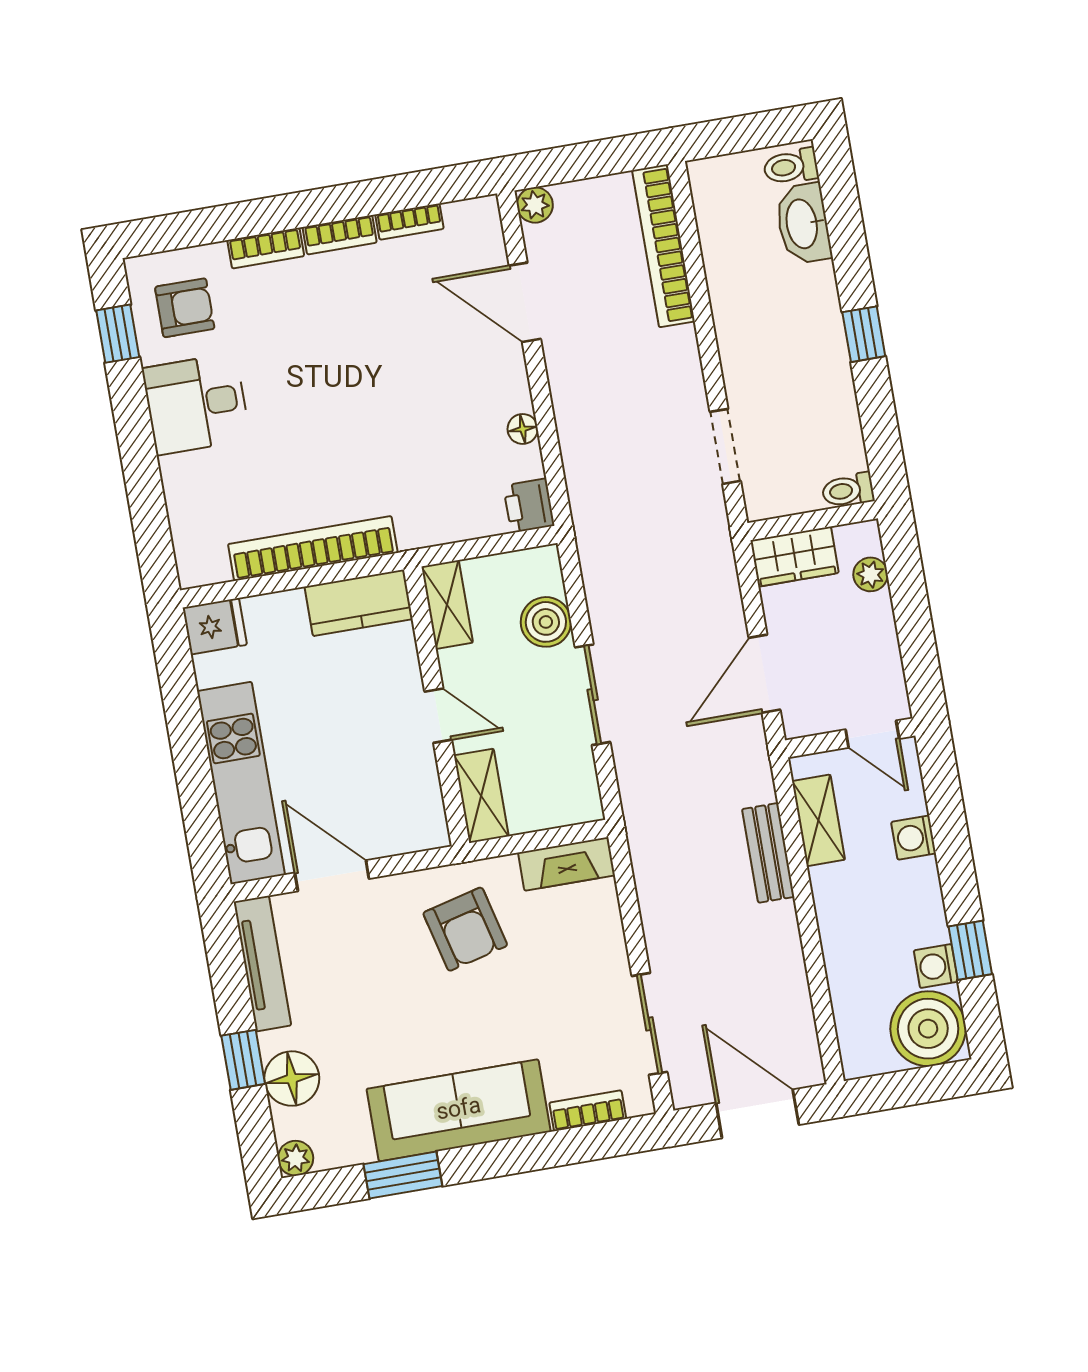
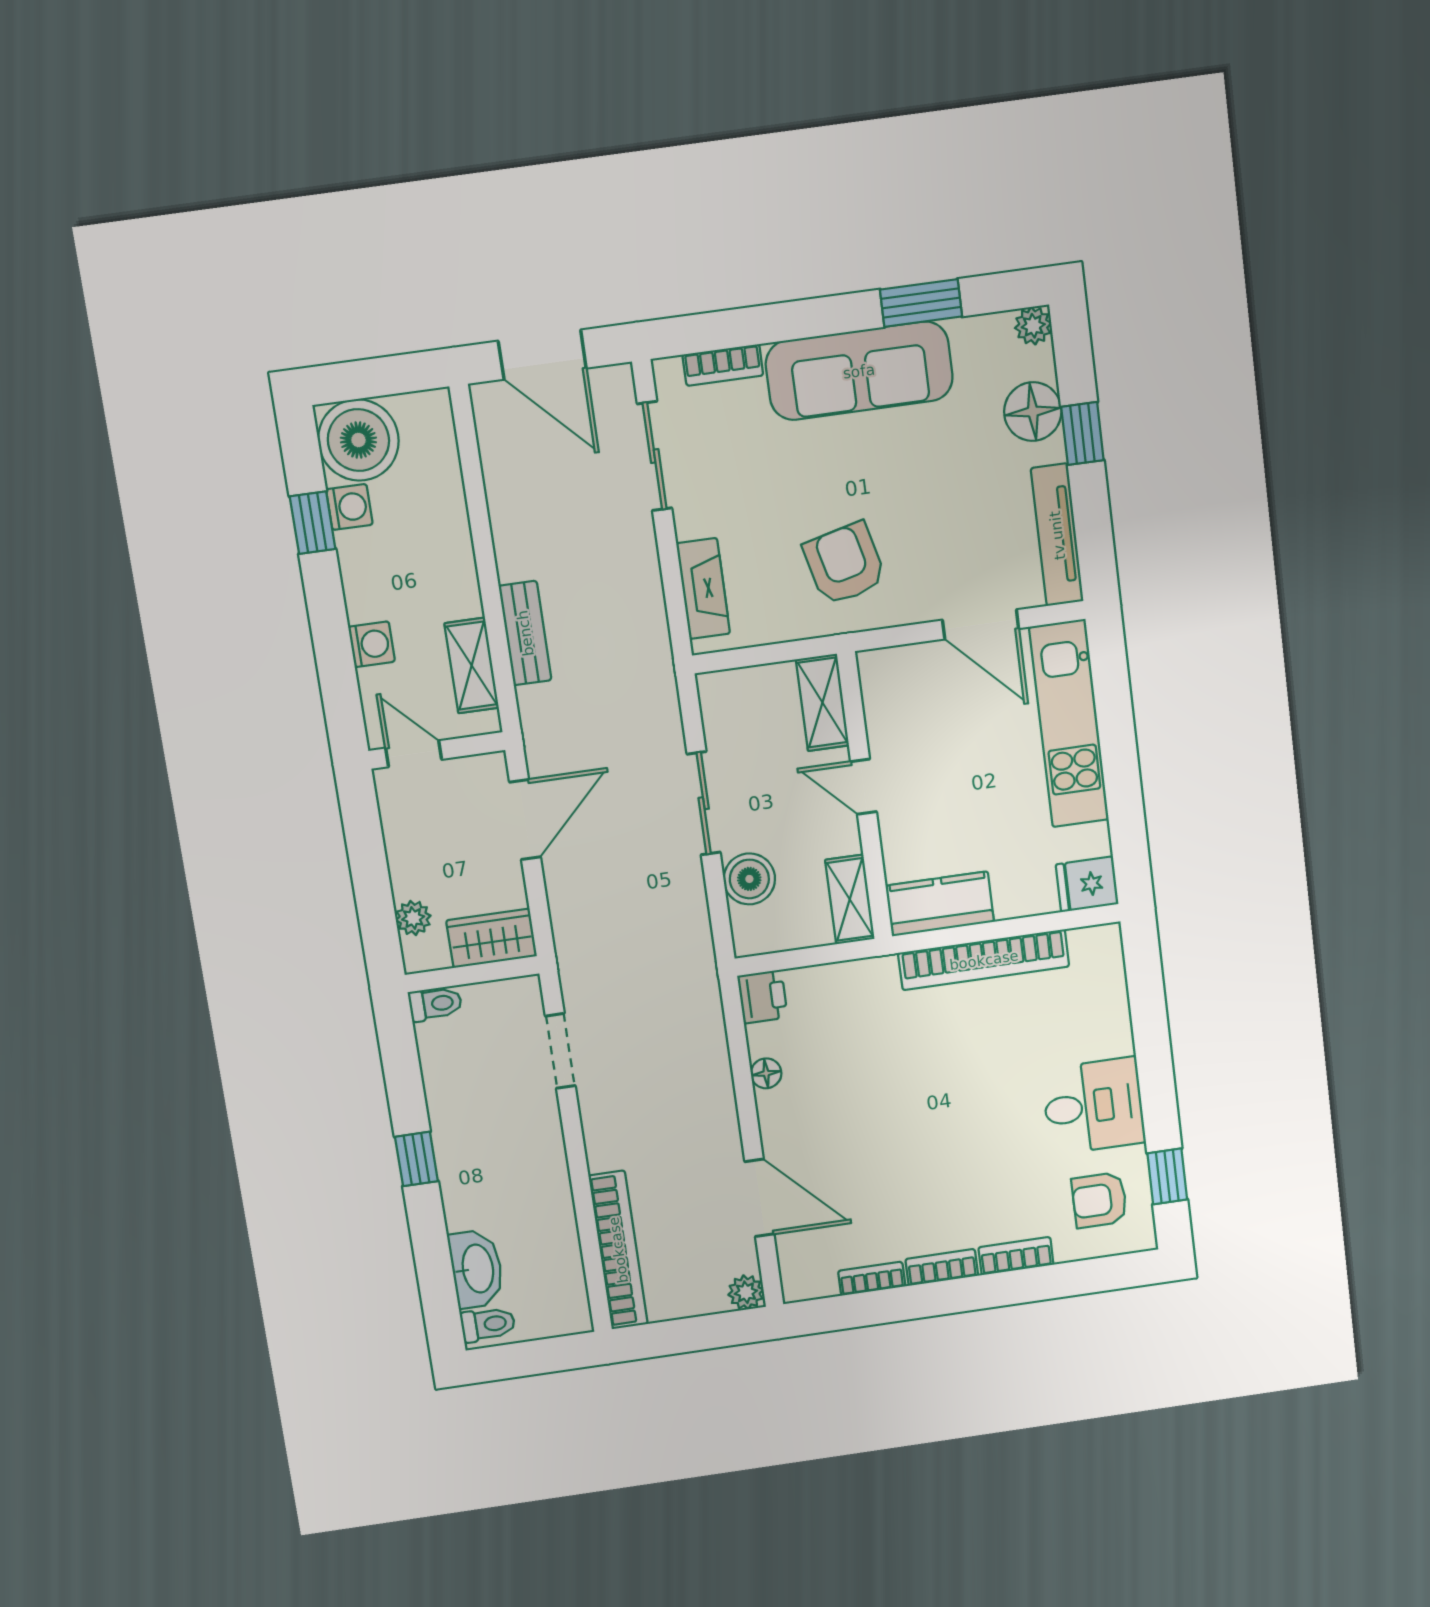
fireplace: (566, 864) -> (703, 589), moved, turned 90

